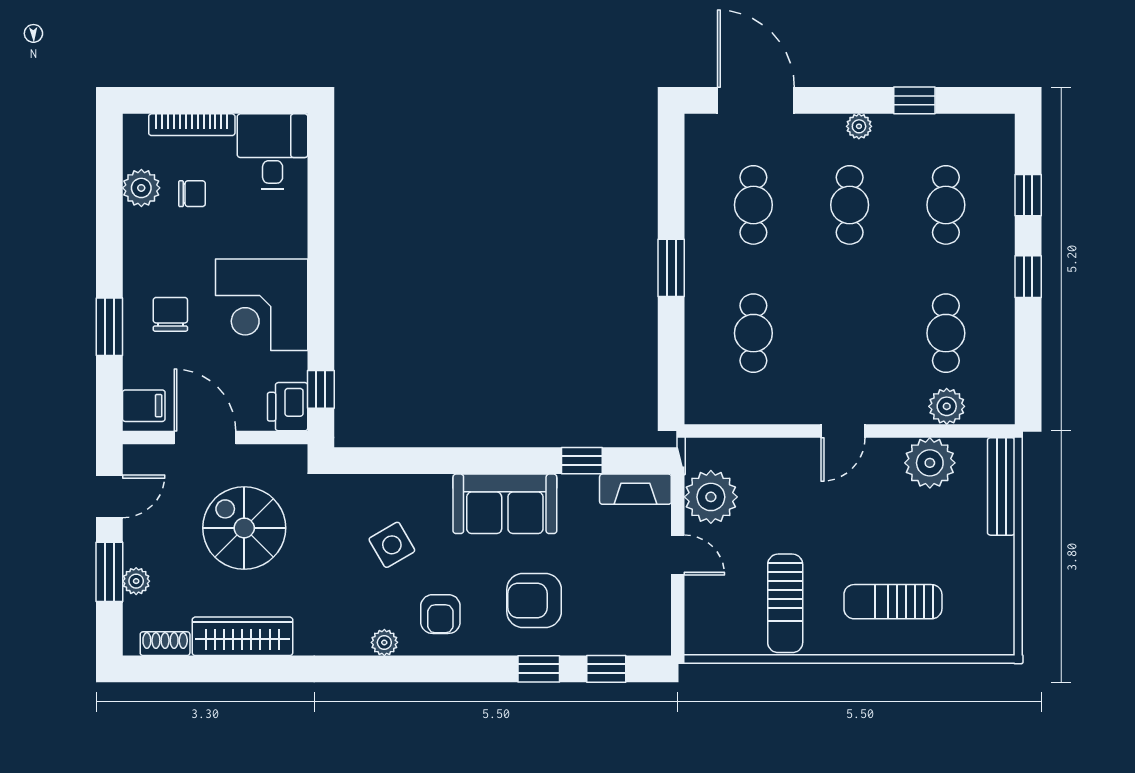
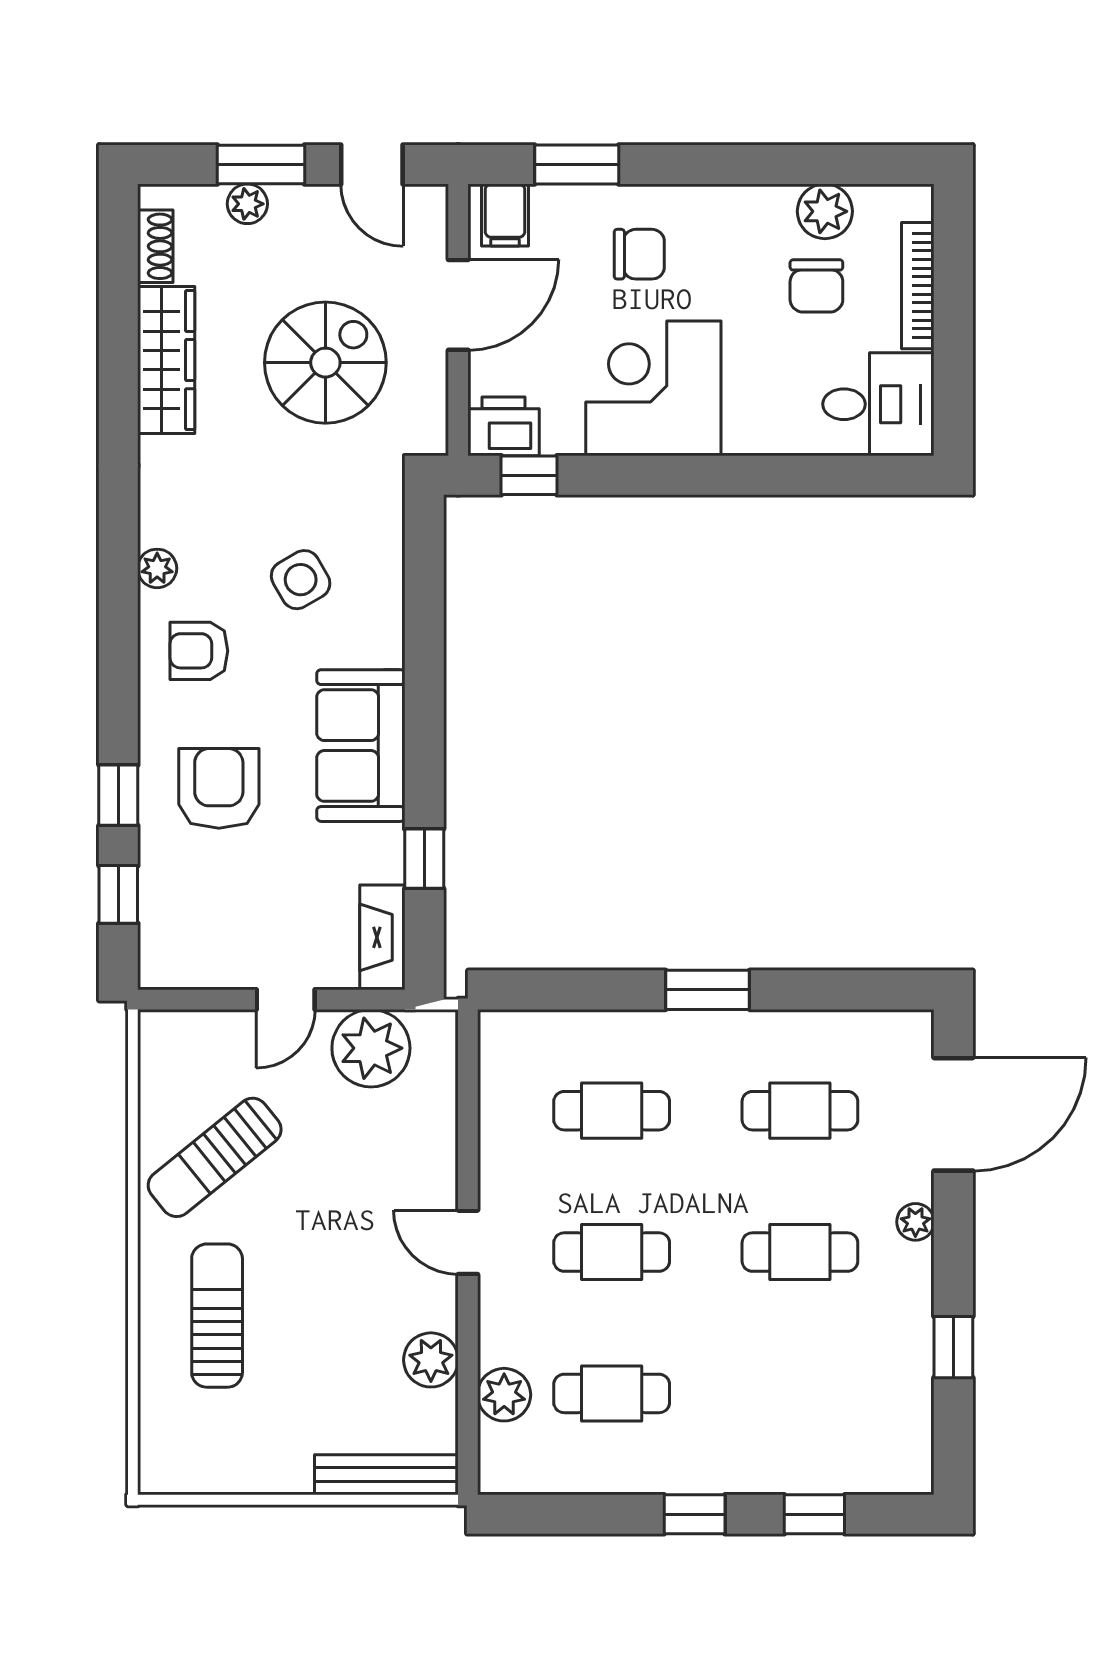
plant: (859, 126) -> (915, 1222), moved
chair: (192, 194) -> (816, 286), width x1.37, depth x1.37
cafe table: (946, 205) -> (612, 1252), moved
window: (109, 327) -> (577, 164), moved
plant: (930, 463) -> (431, 1360), width x0.73, depth x0.73
sun lounger: (785, 603) -> (215, 1157), turned -39

